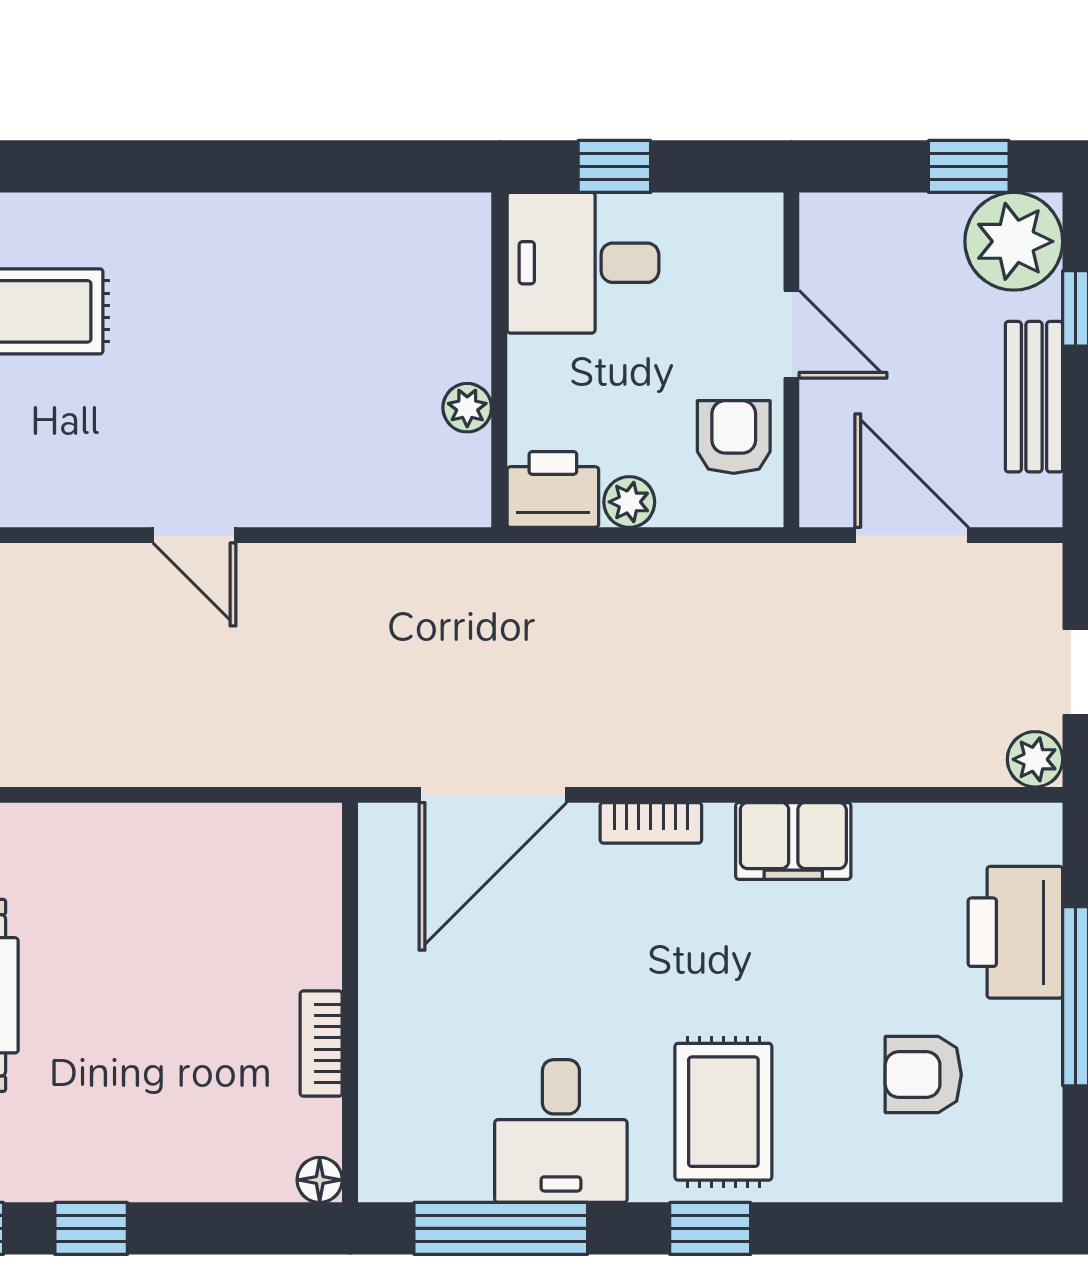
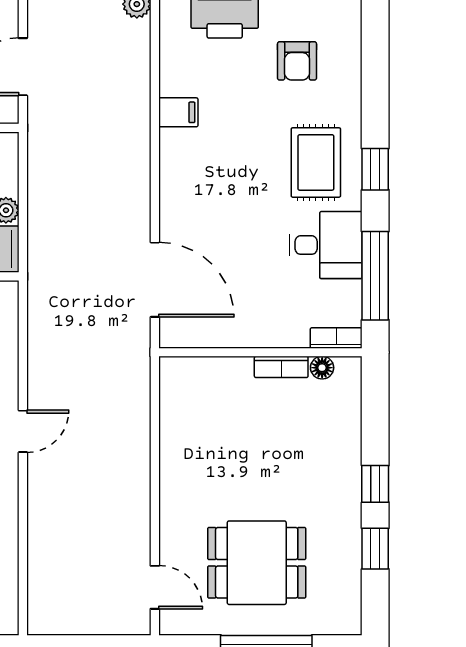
bookcase: (651, 823) -> (336, 338), moved, turned -90
filing cabinet: (793, 841) -> (178, 112), width x0.50
rug: (723, 1112) -> (316, 162), turned 90
floor lamp: (320, 1180) -> (322, 368), moved

